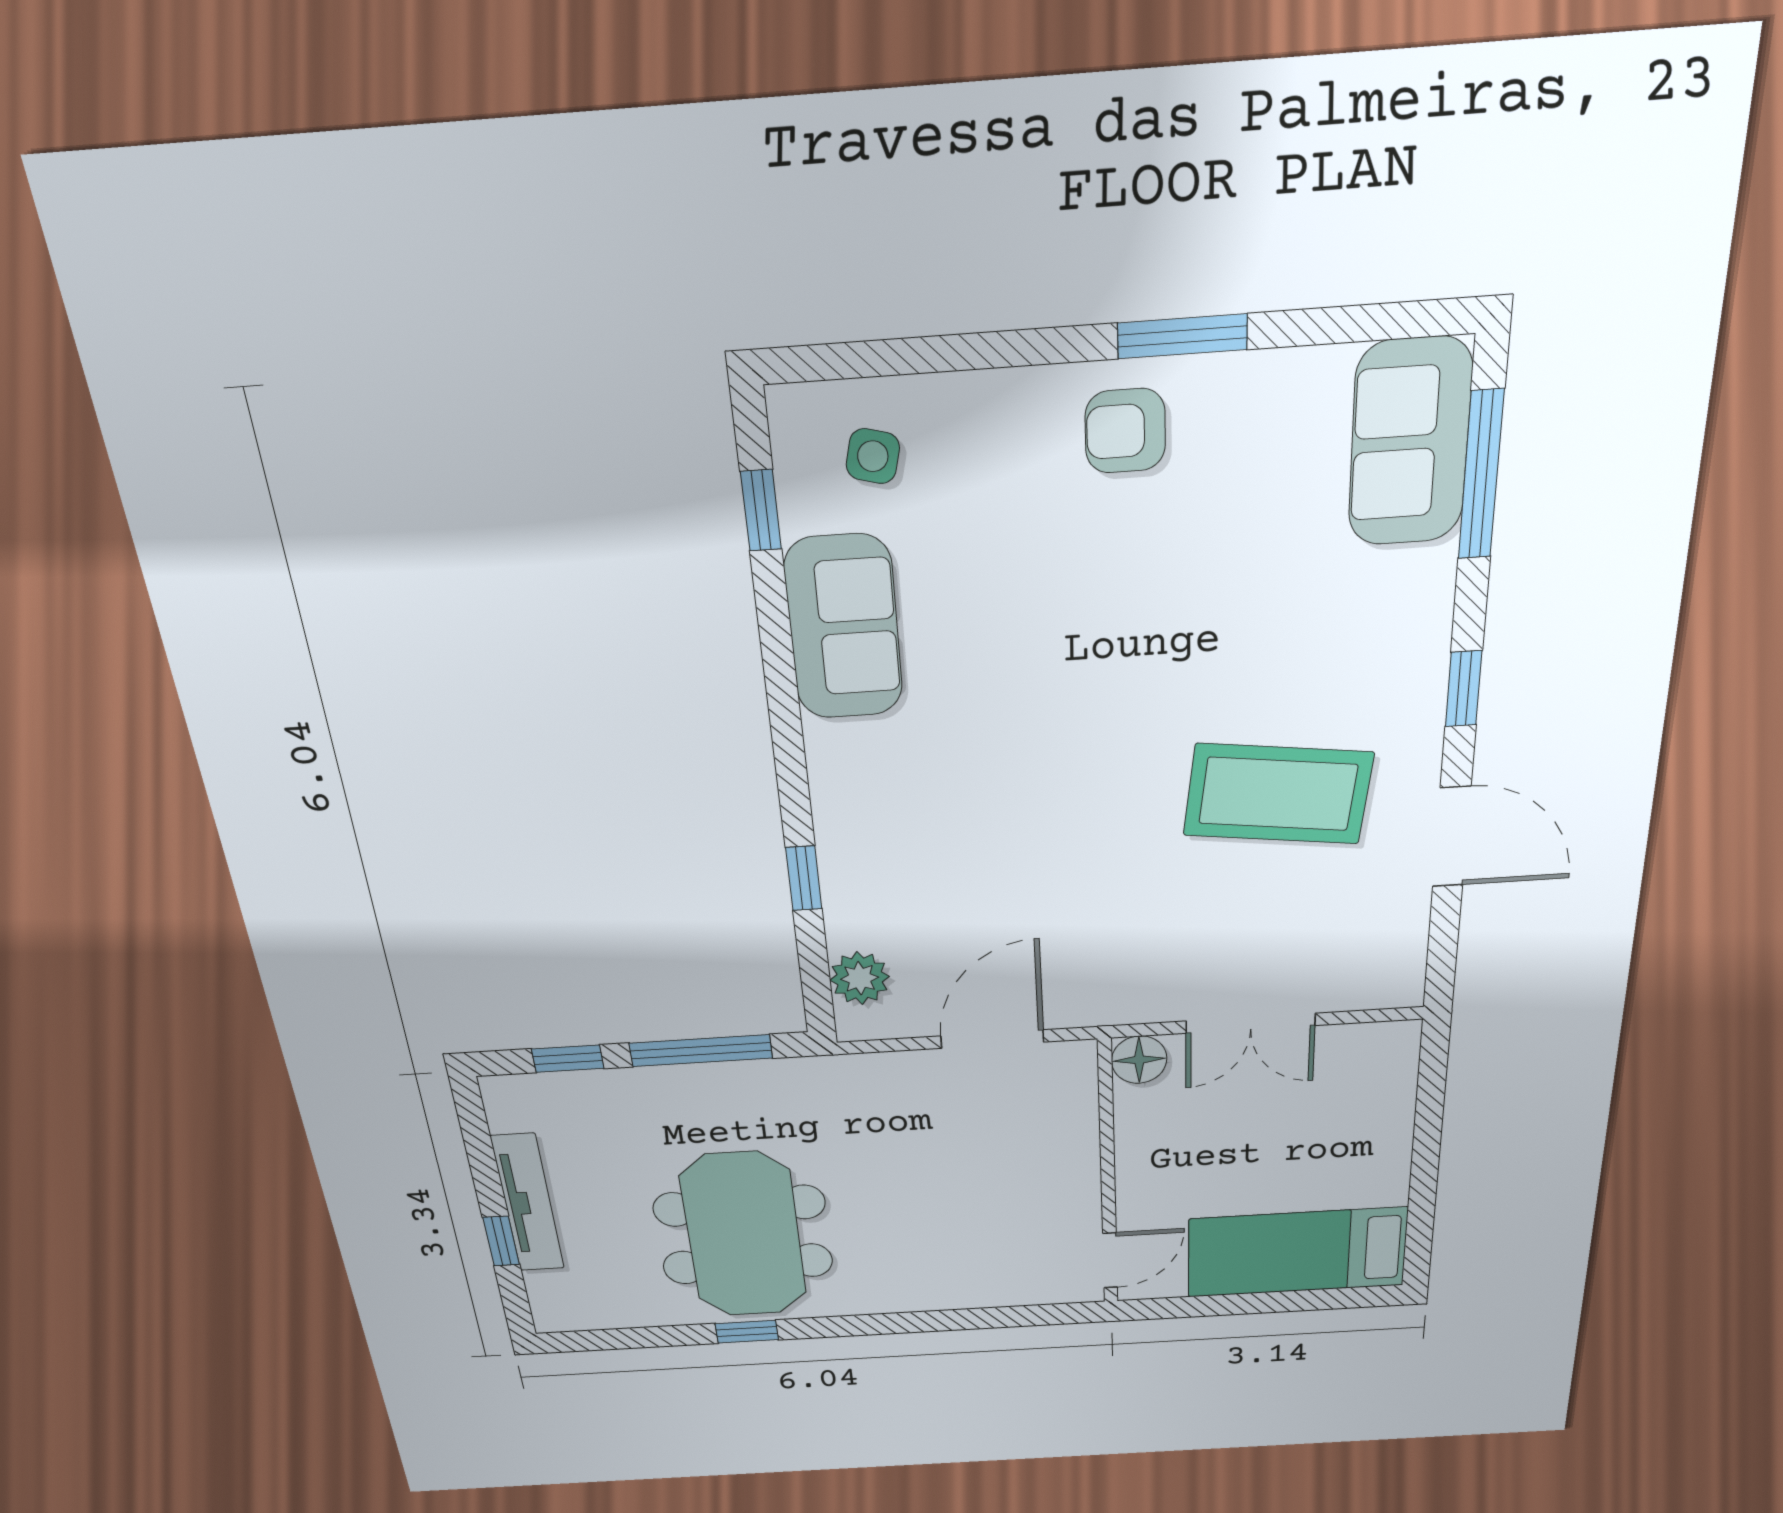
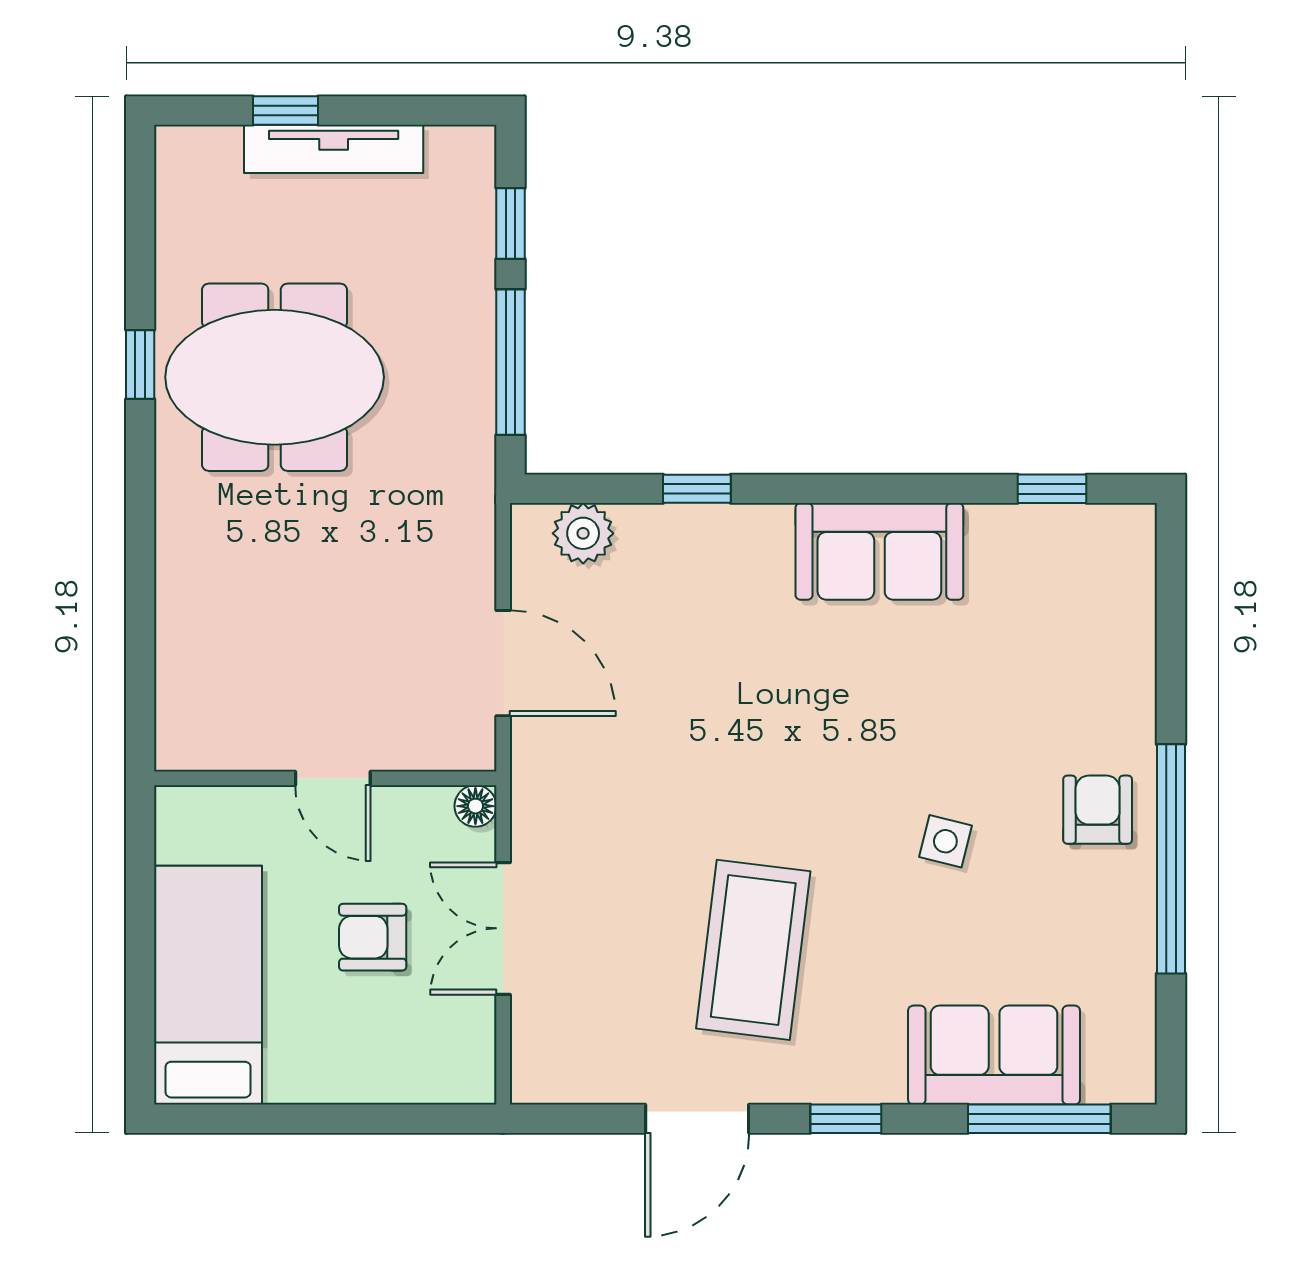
window: (1182, 336) -> (1171, 859), width x2.11
sofa: (1410, 443) -> (994, 1055), moved
side table: (873, 456) -> (945, 841), moved
sofa: (844, 628) -> (879, 551), moved
floor lamp: (1139, 1060) -> (475, 806), width x0.73, depth x0.73
armchair: (1257, 1130) -> (373, 937), added
door: (1110, 1260) -> (333, 778), moved

